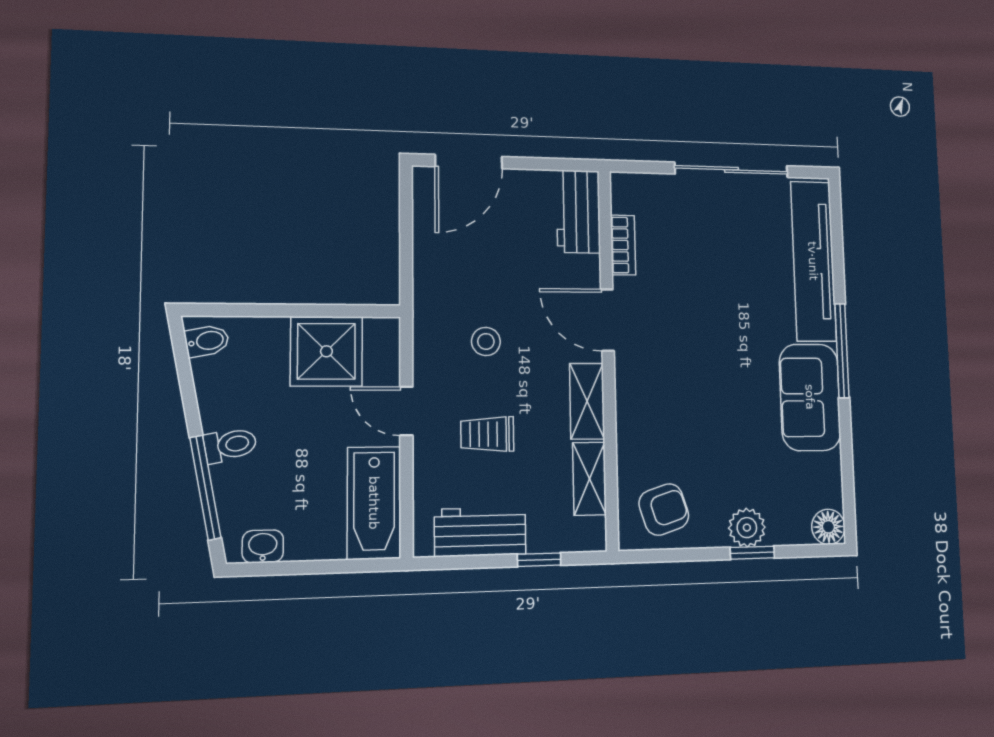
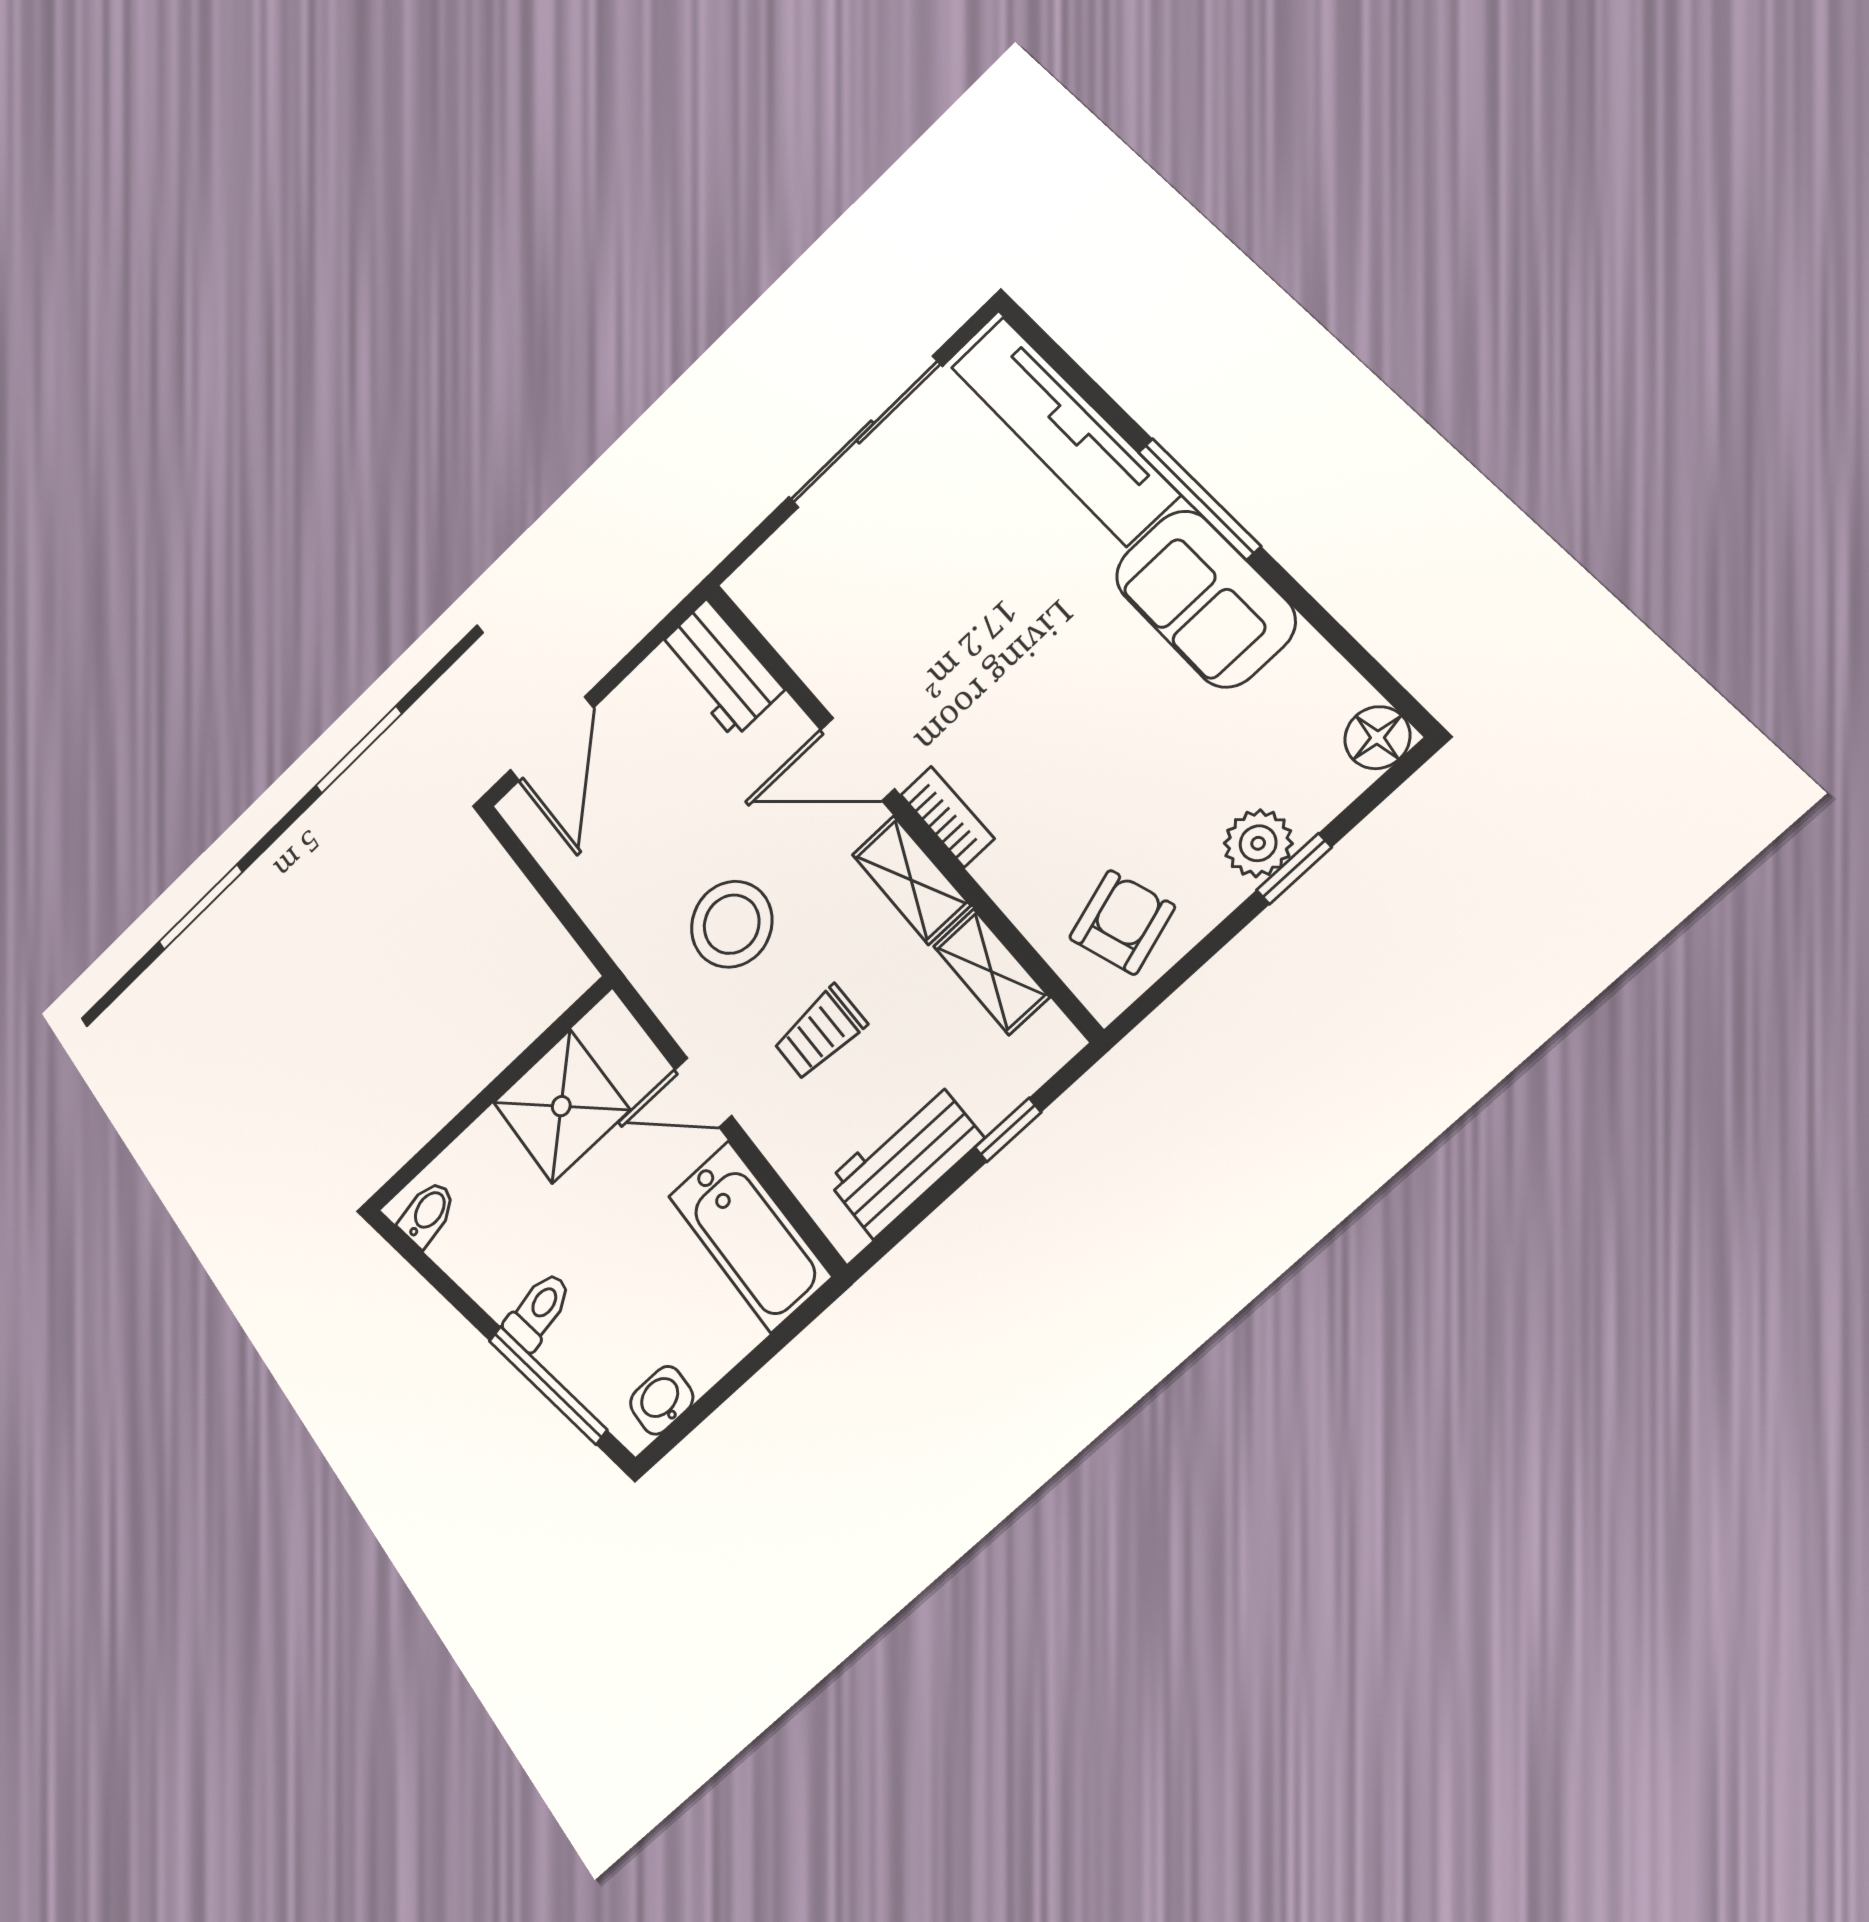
bookcase: (623, 245) -> (947, 817), moved
stool: (486, 341) -> (732, 924), width x1.89, depth x1.89

